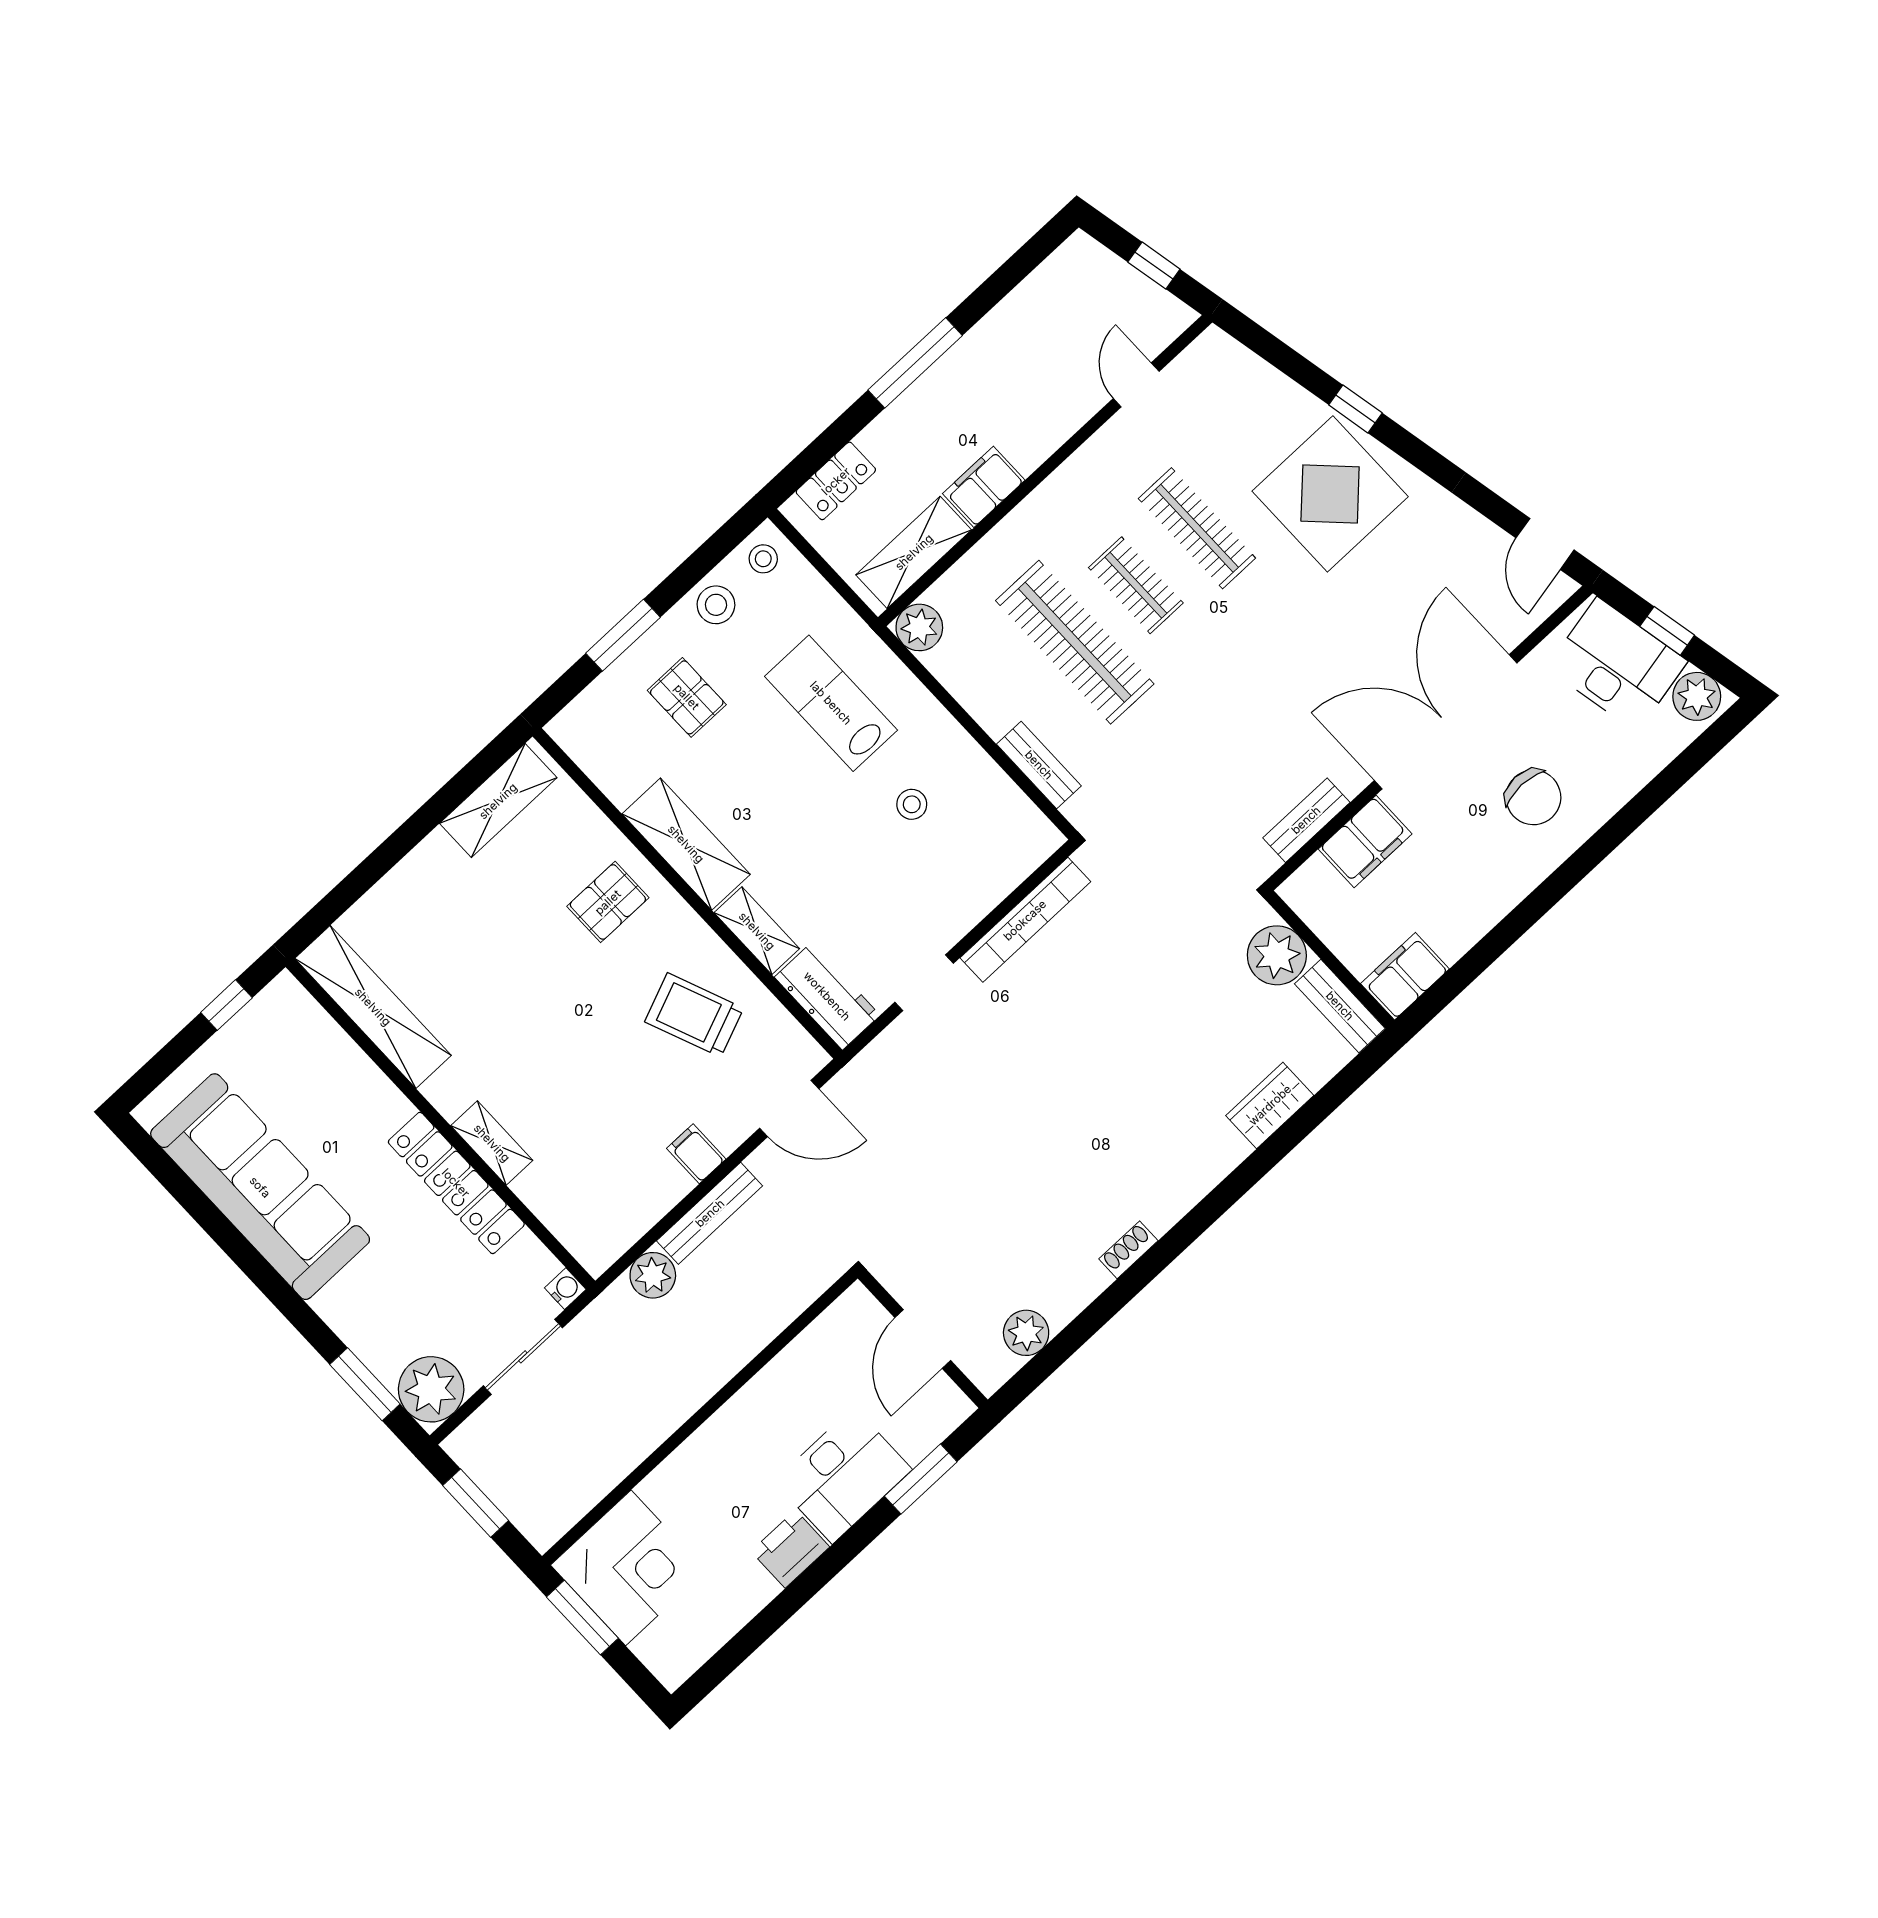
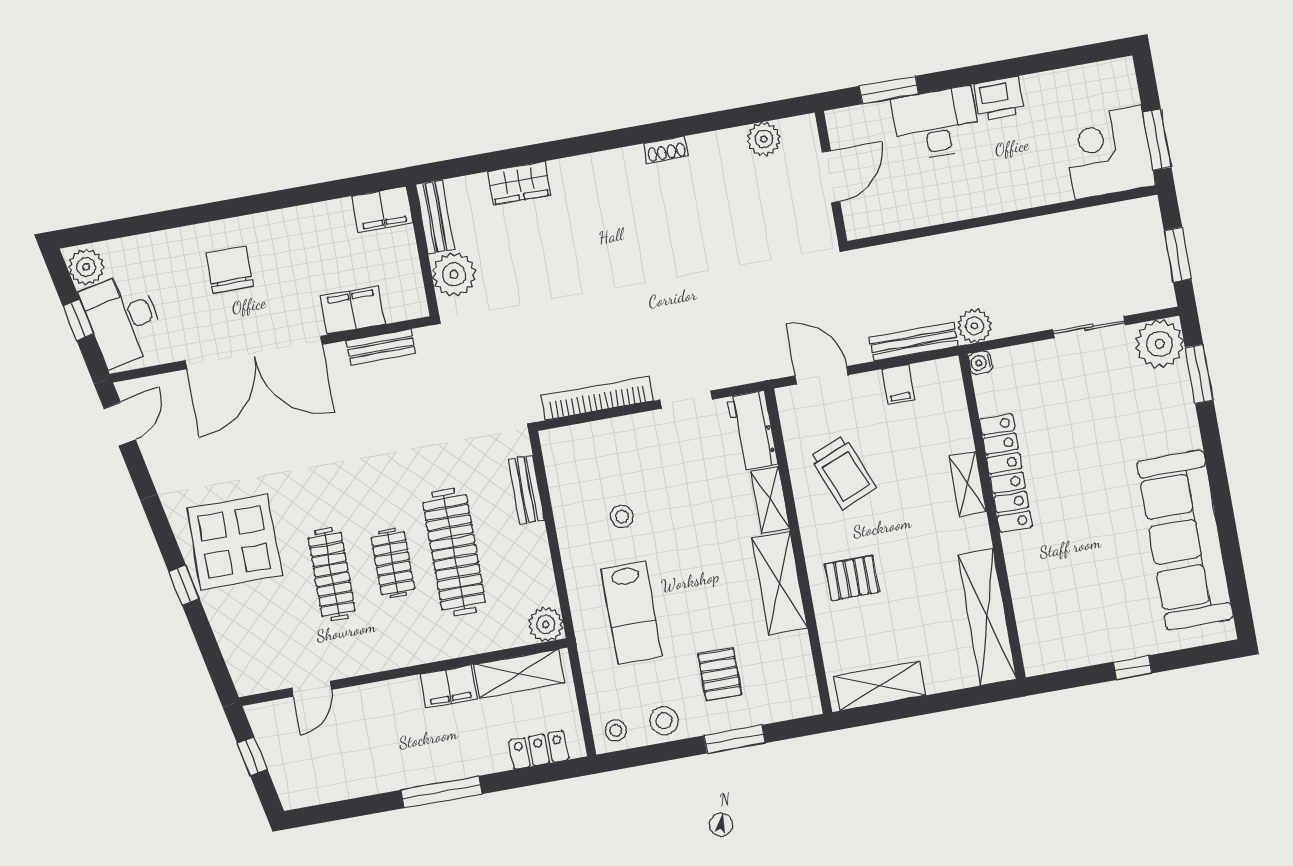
shelving: (373, 1007) -> (987, 617), moved
wall: (440, 1124) -> (992, 516), moved
shelving: (492, 1143) -> (968, 484), moved
locker: (456, 1183) -> (1006, 473), moved
water cooler: (565, 1289) -> (980, 363), moved

